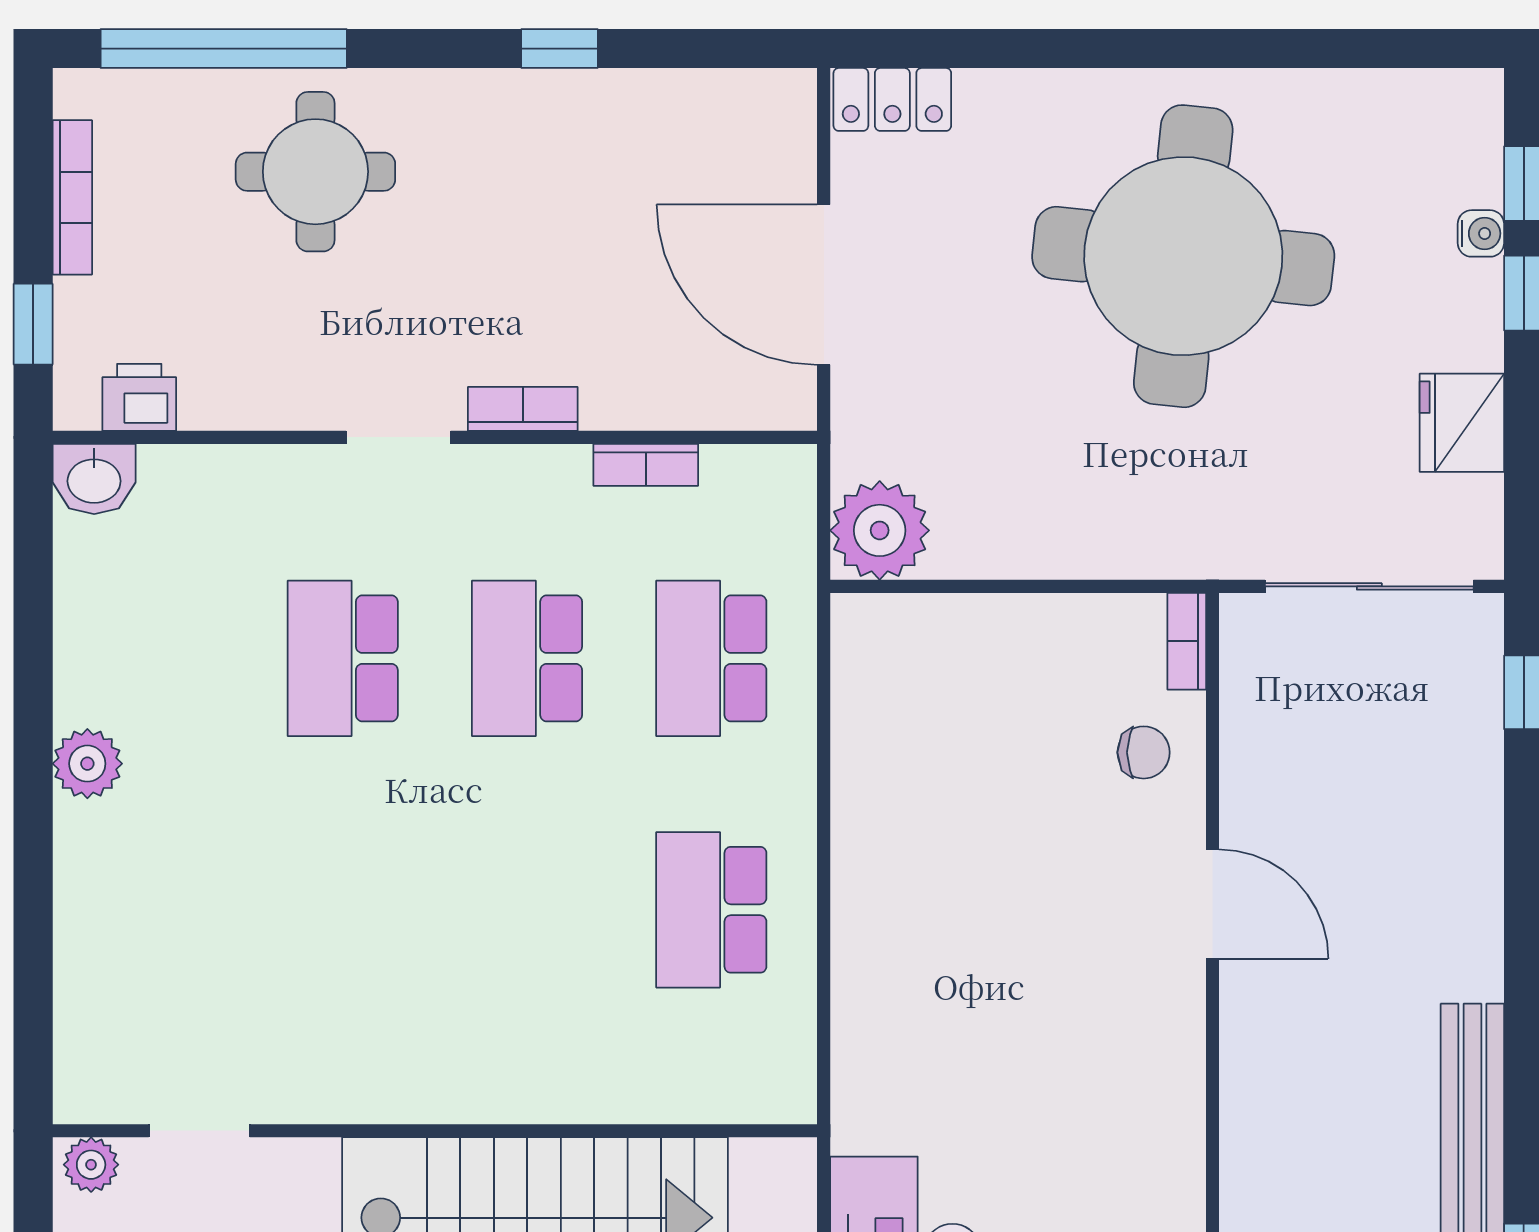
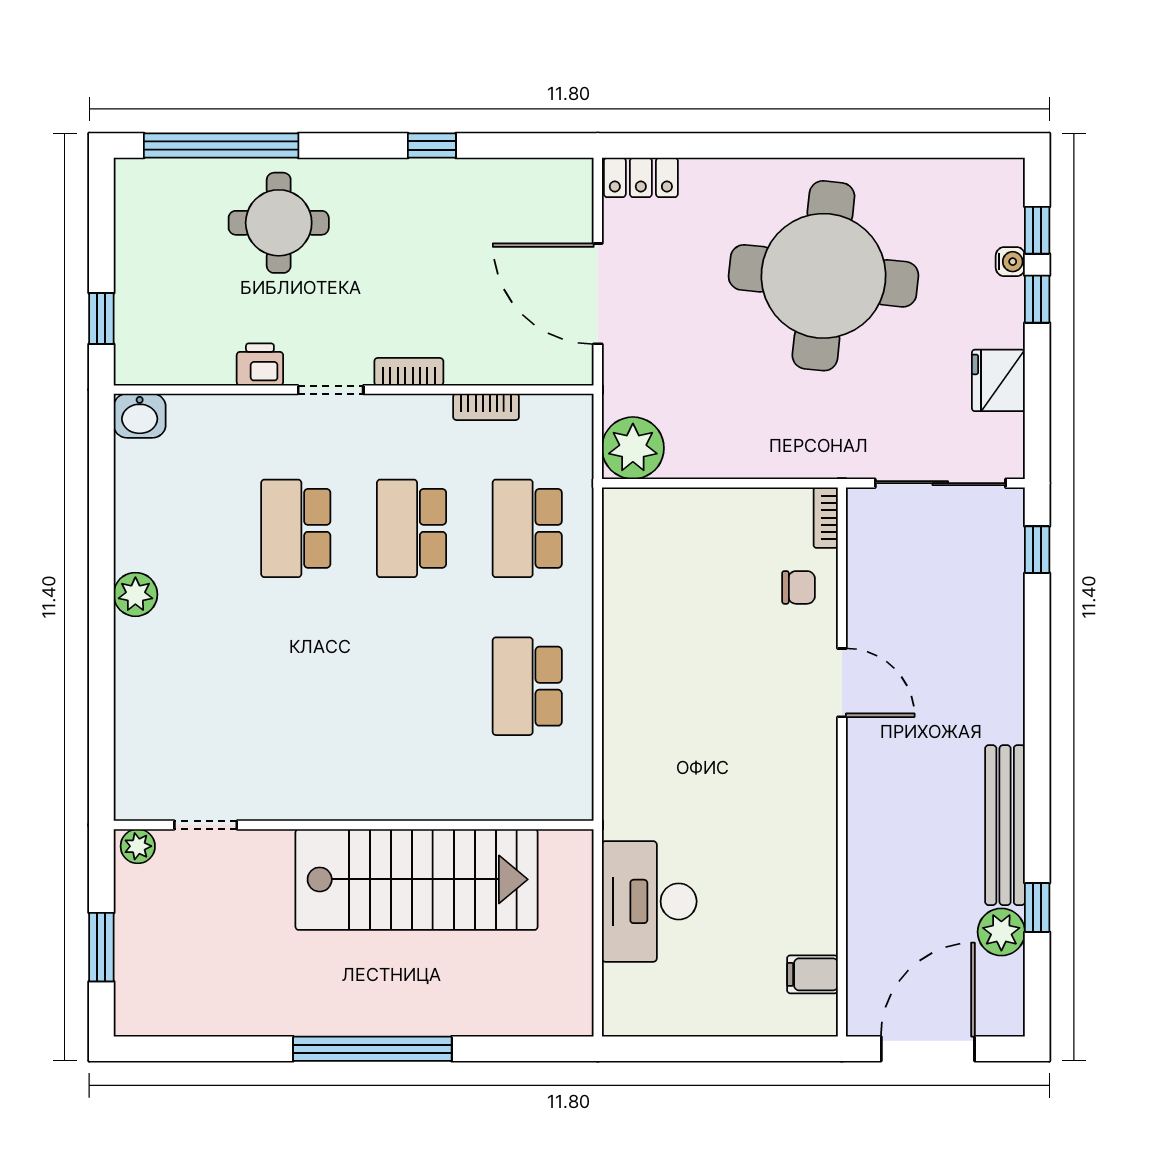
bookcase: (72, 197) -> (126, 239), removed
printer: (139, 397) -> (260, 364), moved

